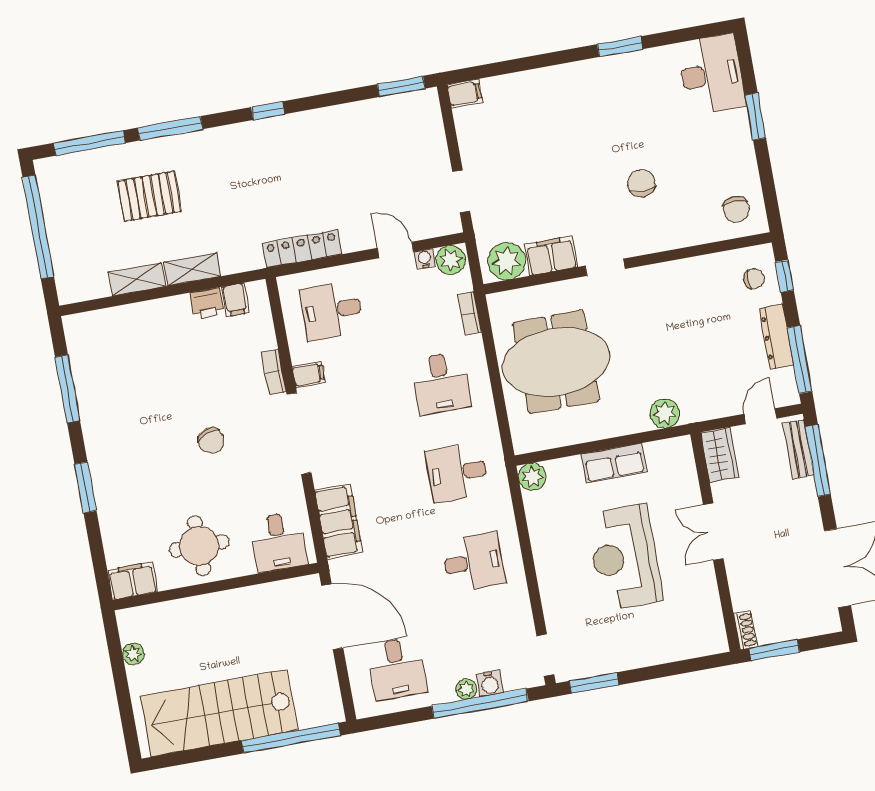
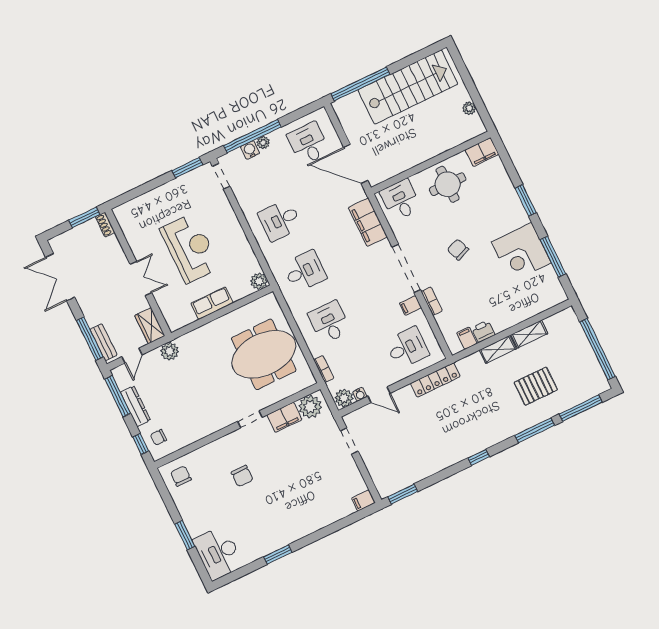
corner desk: (115, 409) -> (521, 252), added
plant: (665, 413) -> (170, 351), moved

